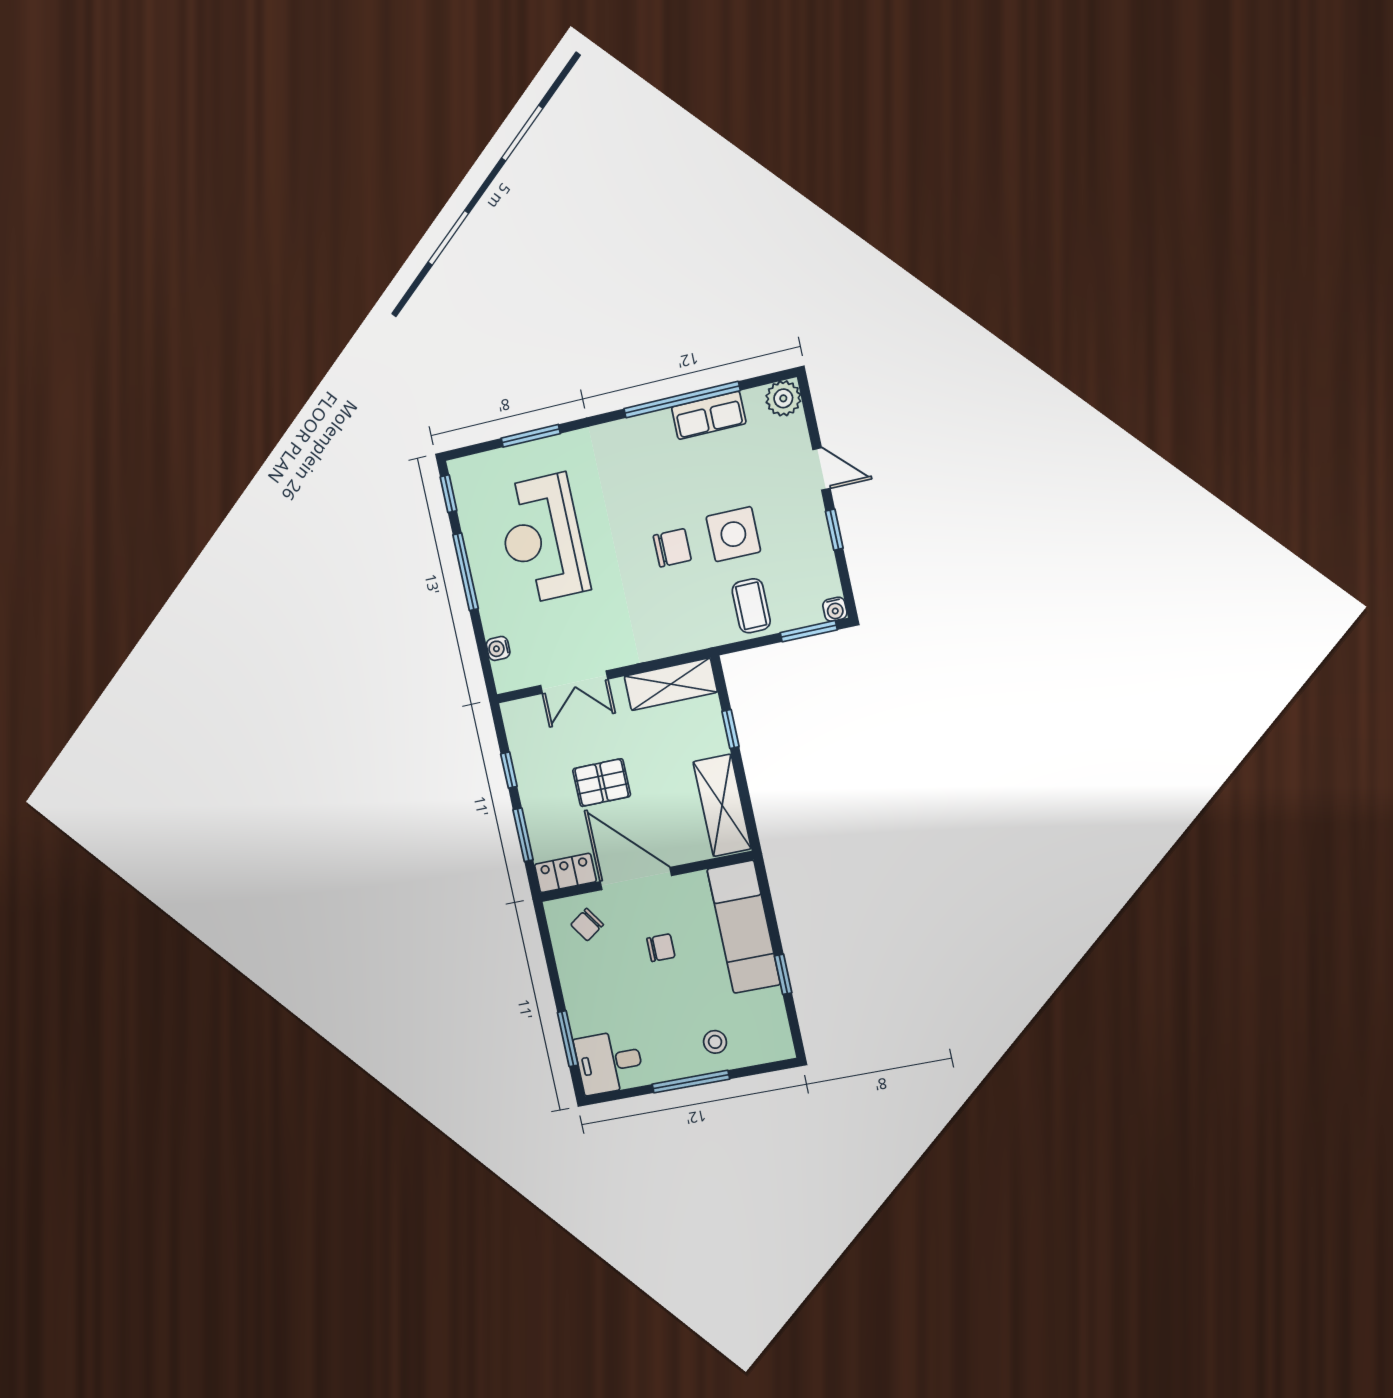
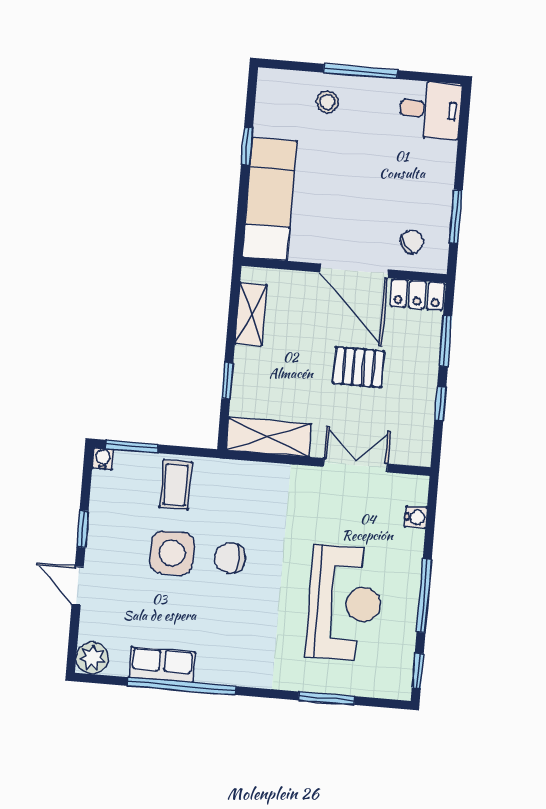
shelving: (722, 805) -> (251, 314), width x0.67, depth x0.75
chair: (661, 948) -> (351, 201), removed
window: (568, 1039) -> (456, 217), moved

